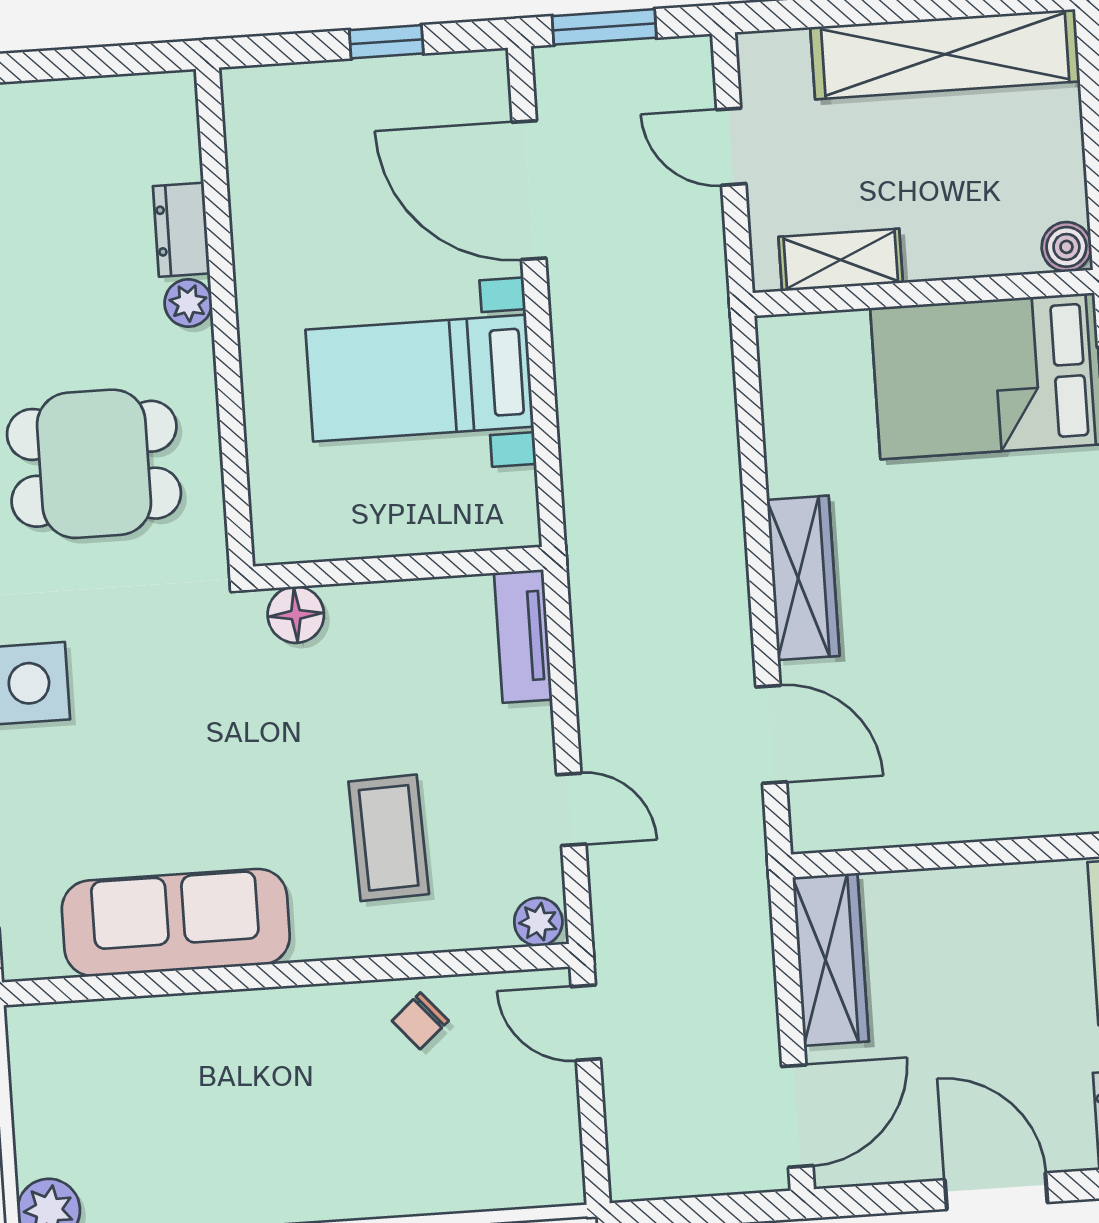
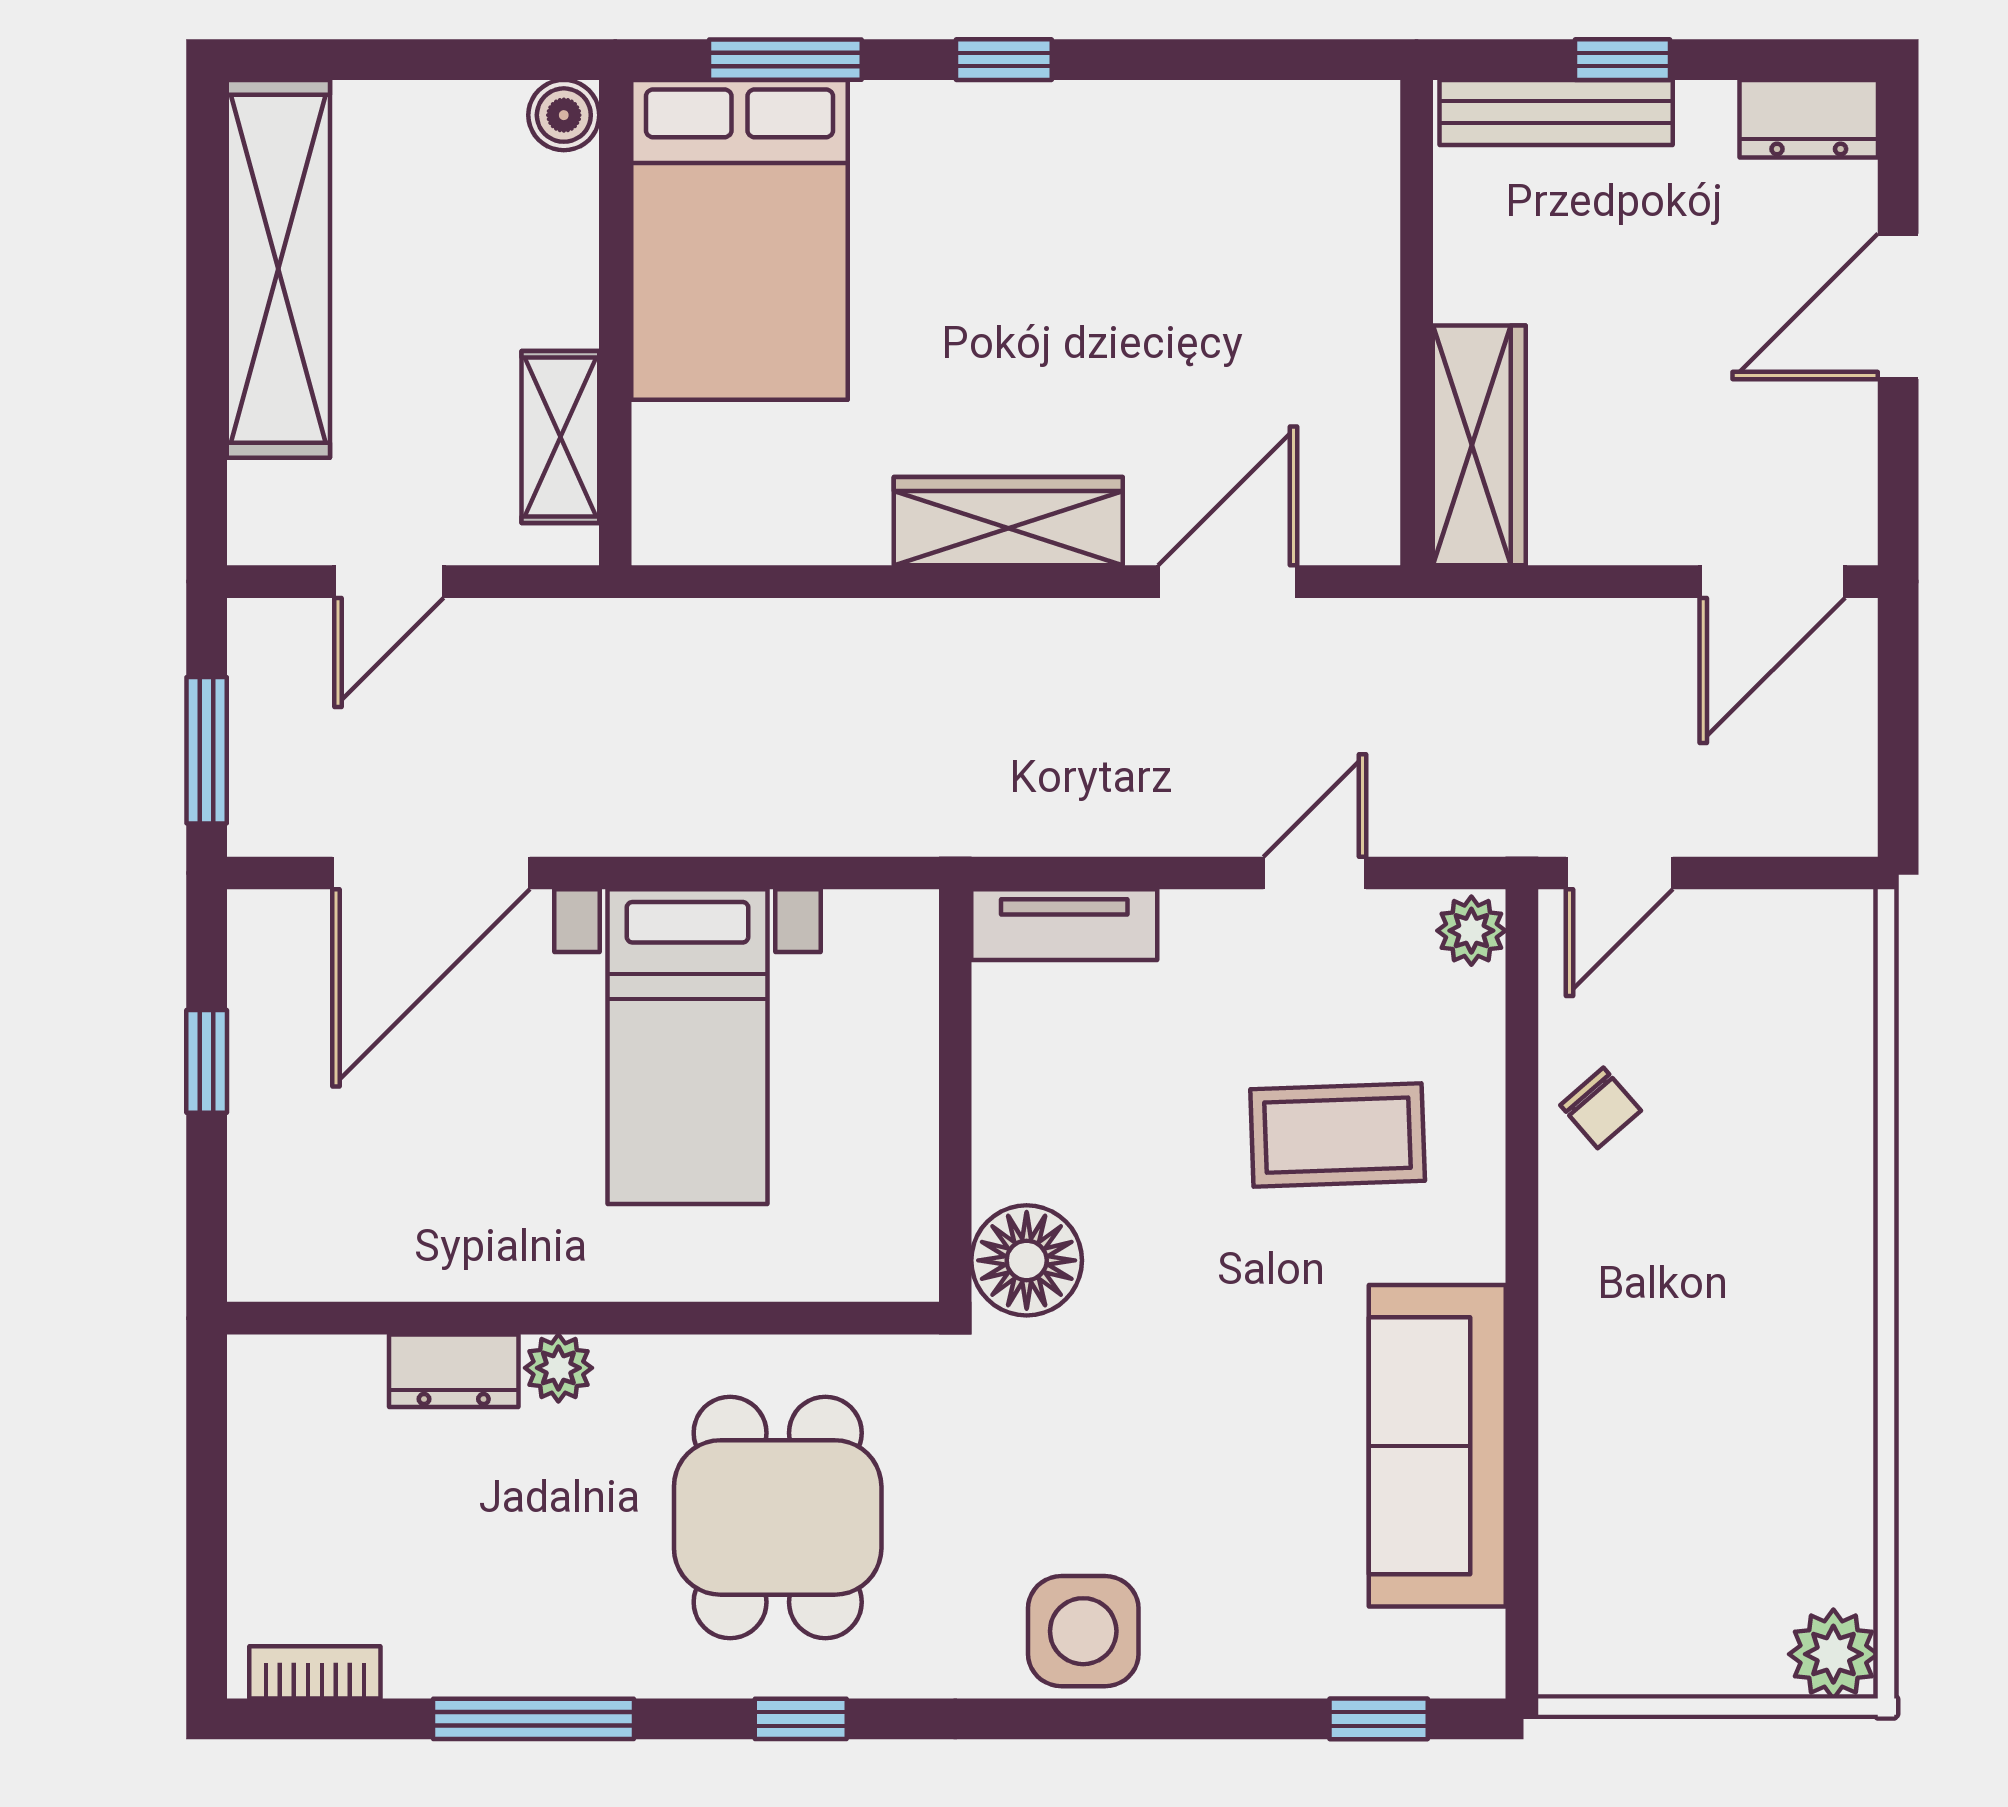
floor lamp: (296, 615) -> (1027, 1260), width x1.38, depth x1.38
wardrobe: (831, 959) -> (1479, 445), moved, turned 90
door: (797, 1116) -> (1772, 582), swing flipped

